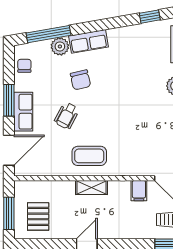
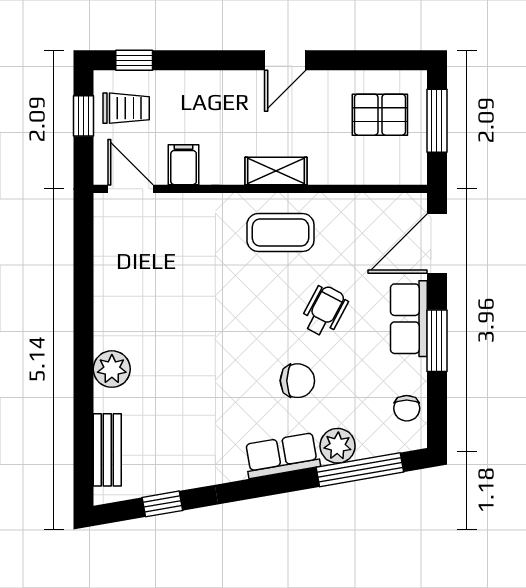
chair: (80, 80) -> (297, 381), turned 103
pallet: (38, 216) -> (380, 115), turned 90

